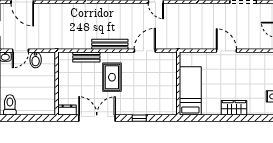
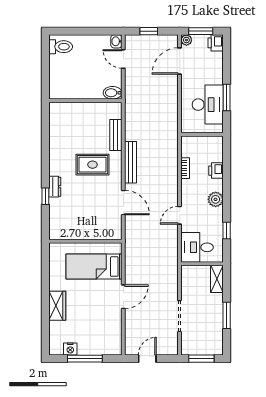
bidet: (36, 60) -> (113, 93), moved
bed: (190, 91) -> (94, 267), moved, turned 180
dresser: (67, 110) -> (55, 187), moved
double door: (97, 118) -> (45, 147), removed

